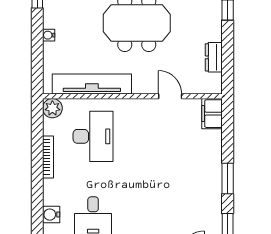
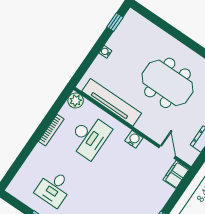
door: (170, 96) -> (167, 152), moved
water cooler: (51, 215) -> (134, 139), moved, turned 90

